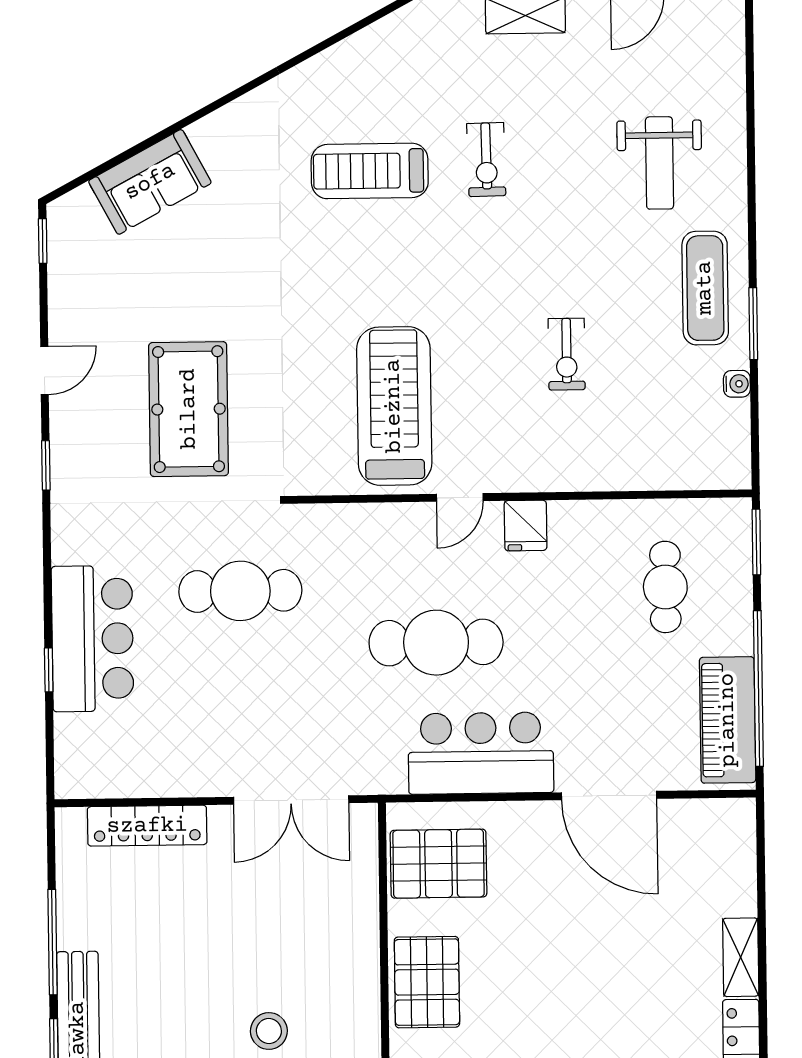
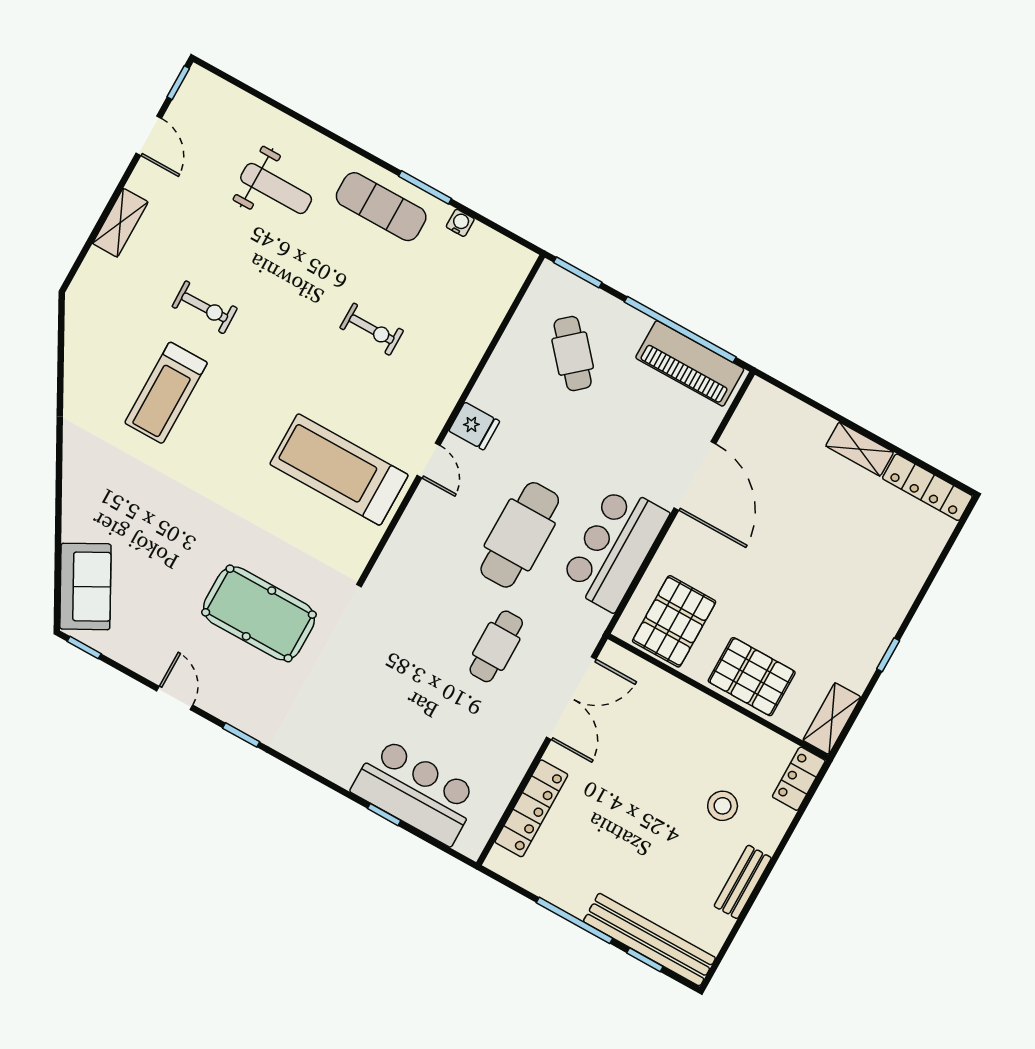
sofa: (150, 182) -> (85, 586), moved
cafe table: (665, 587) -> (573, 354), turned 49
cafe table: (240, 591) -> (496, 646), moved, width x0.73, depth x0.74
bar counter: (92, 639) -> (416, 792), moved
door: (609, 796) -> (695, 476), hinge flipped

